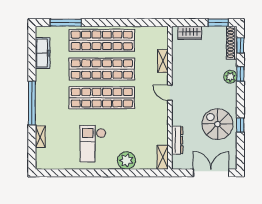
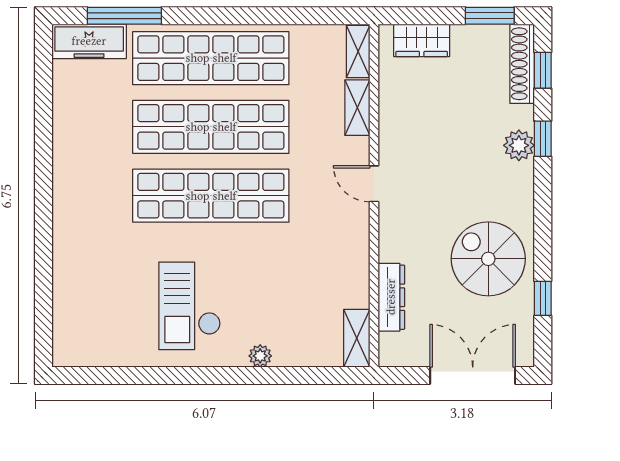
freezer: (43, 53) -> (89, 41), moved, turned 90
window: (32, 103) -> (43, 208), removed
window: (240, 125) -> (543, 298), moved
shelving: (40, 137) -> (358, 52), moved
plant: (126, 160) -> (260, 356), width x0.53, depth x0.53

